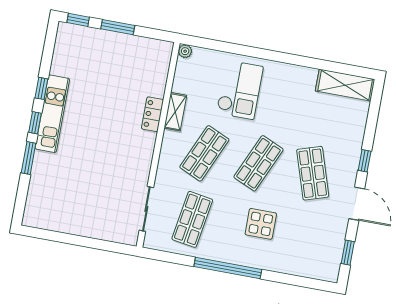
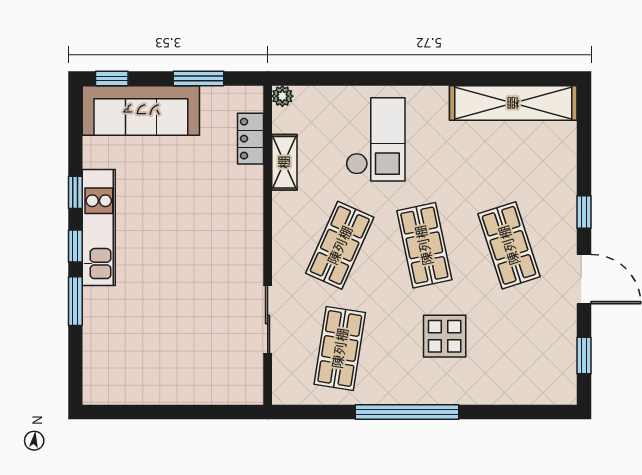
window: (118, 27) -> (198, 79), moved
sofa: (93, 44) -> (141, 110), added
shelving: (345, 85) -> (513, 103), width x1.47
shelving: (175, 112) -> (284, 162), moved
locker: (152, 114) -> (250, 139), moved
shop shelf: (259, 163) -> (424, 245), turned -36
sliding door: (146, 209) -> (268, 319), moved

